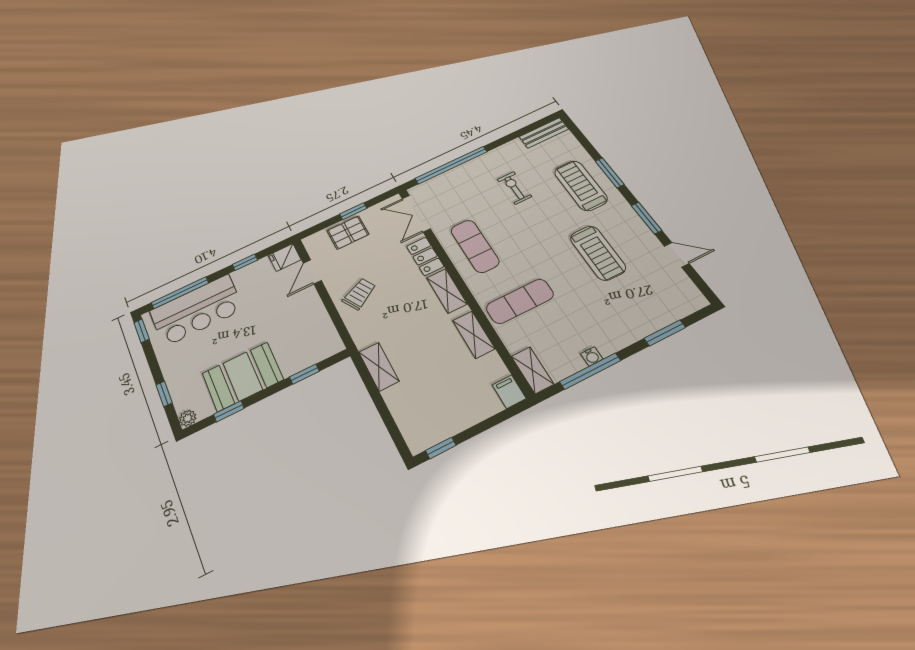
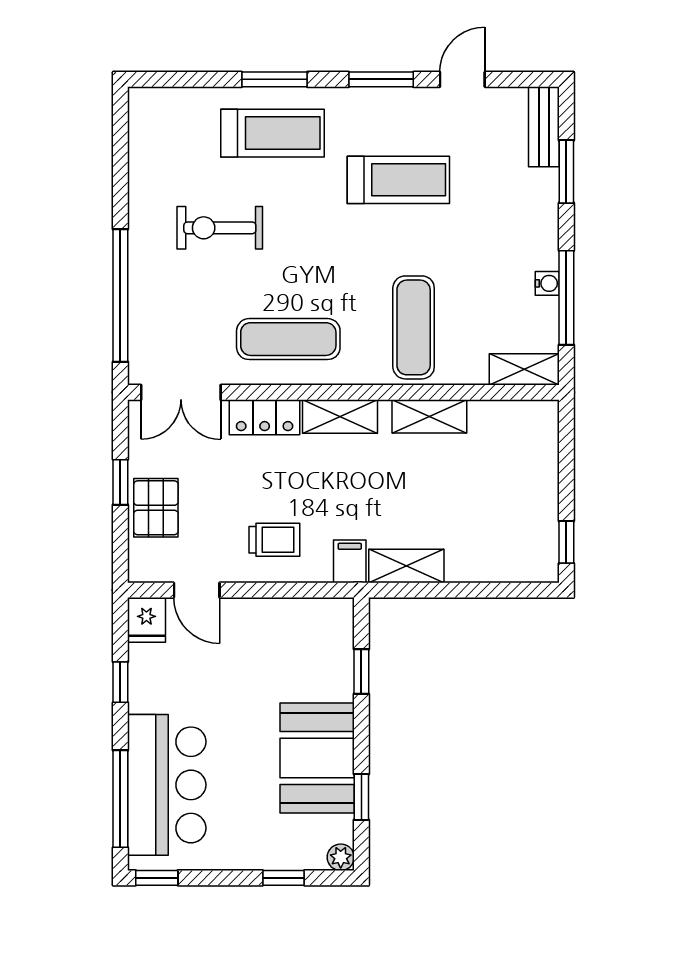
bench: (544, 133) -> (544, 127), moved
treadmill: (581, 186) -> (272, 133), turned 180
exercise bike: (514, 188) -> (220, 228), width x1.38, depth x1.39
trolley: (359, 294) -> (274, 540), turned 119
filing cabinet: (509, 392) -> (350, 561), moved, turned 90

